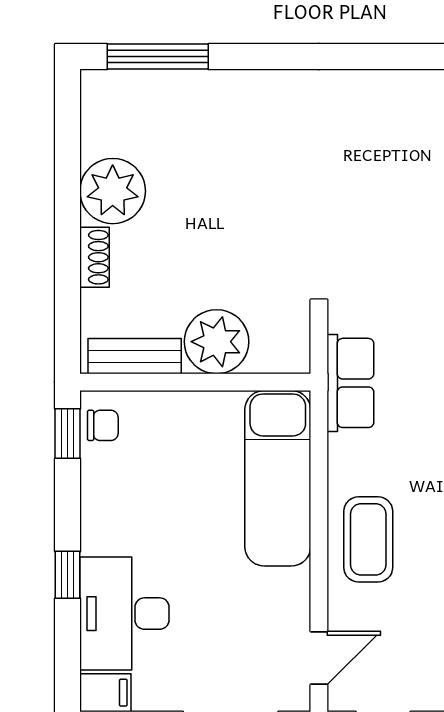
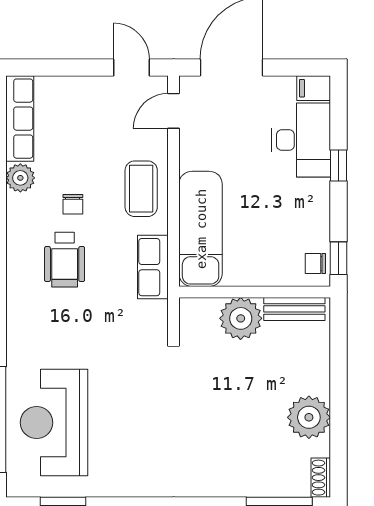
shoe rack: (95, 257) -> (321, 478), moved
row of seats: (350, 383) -> (153, 267), moved

